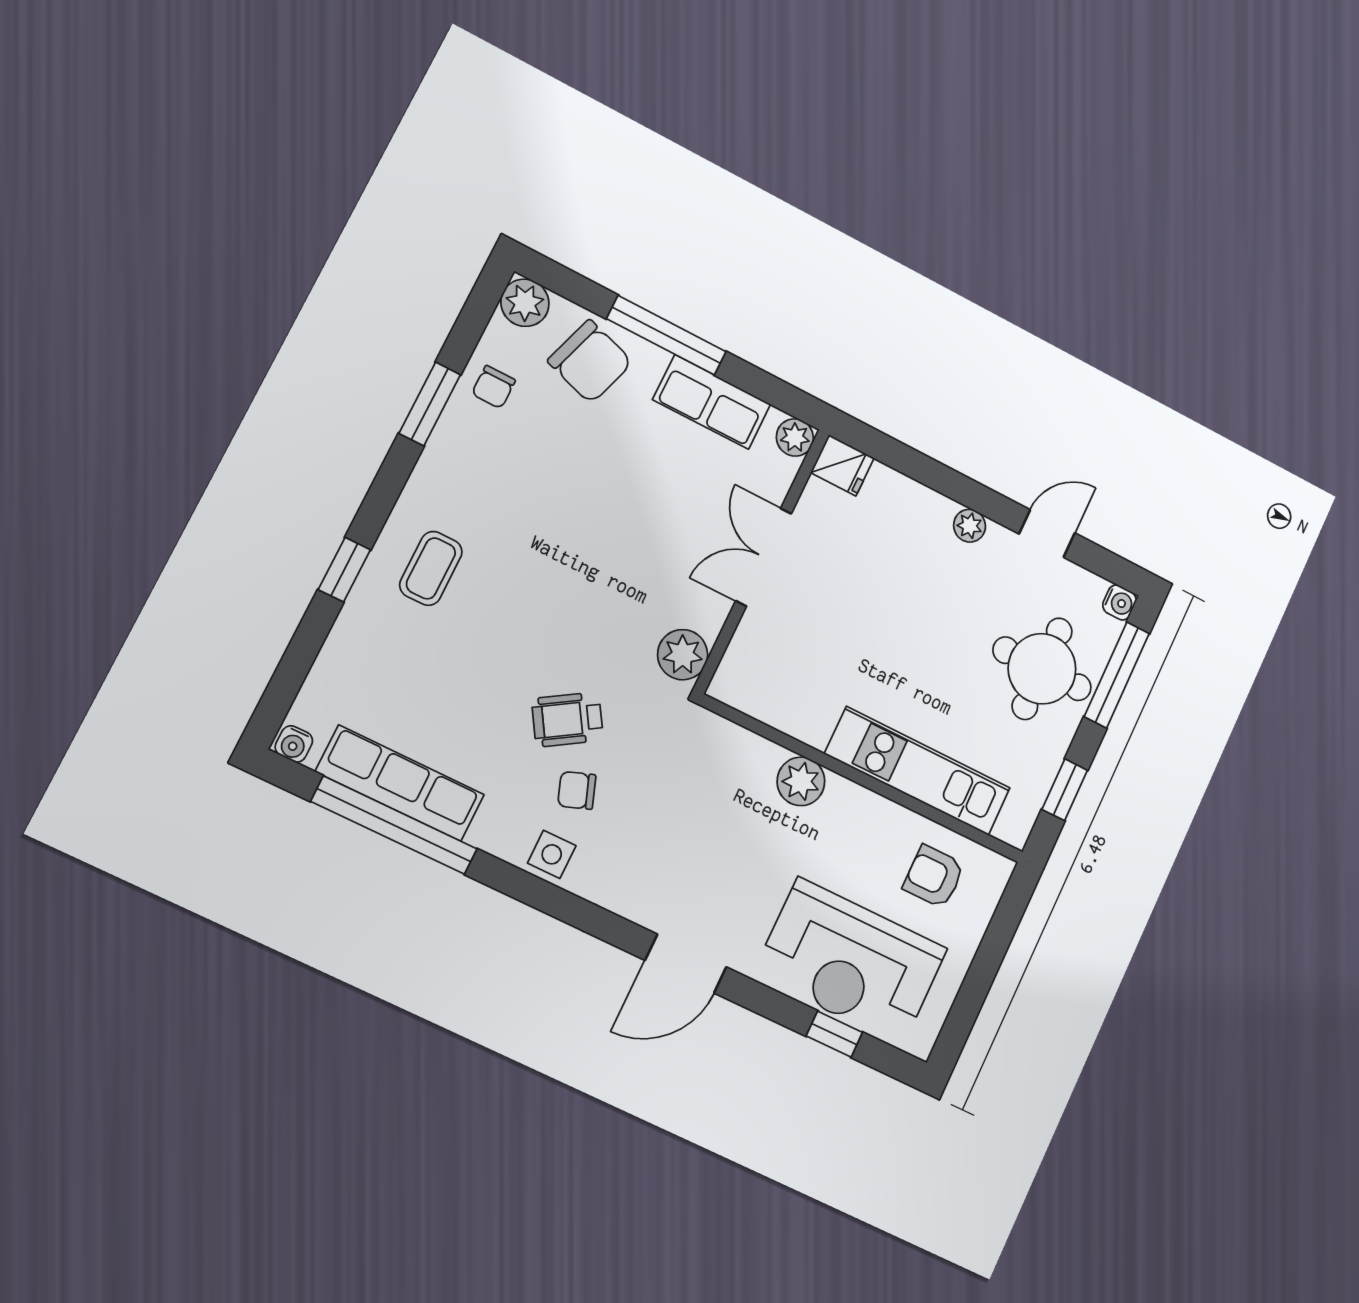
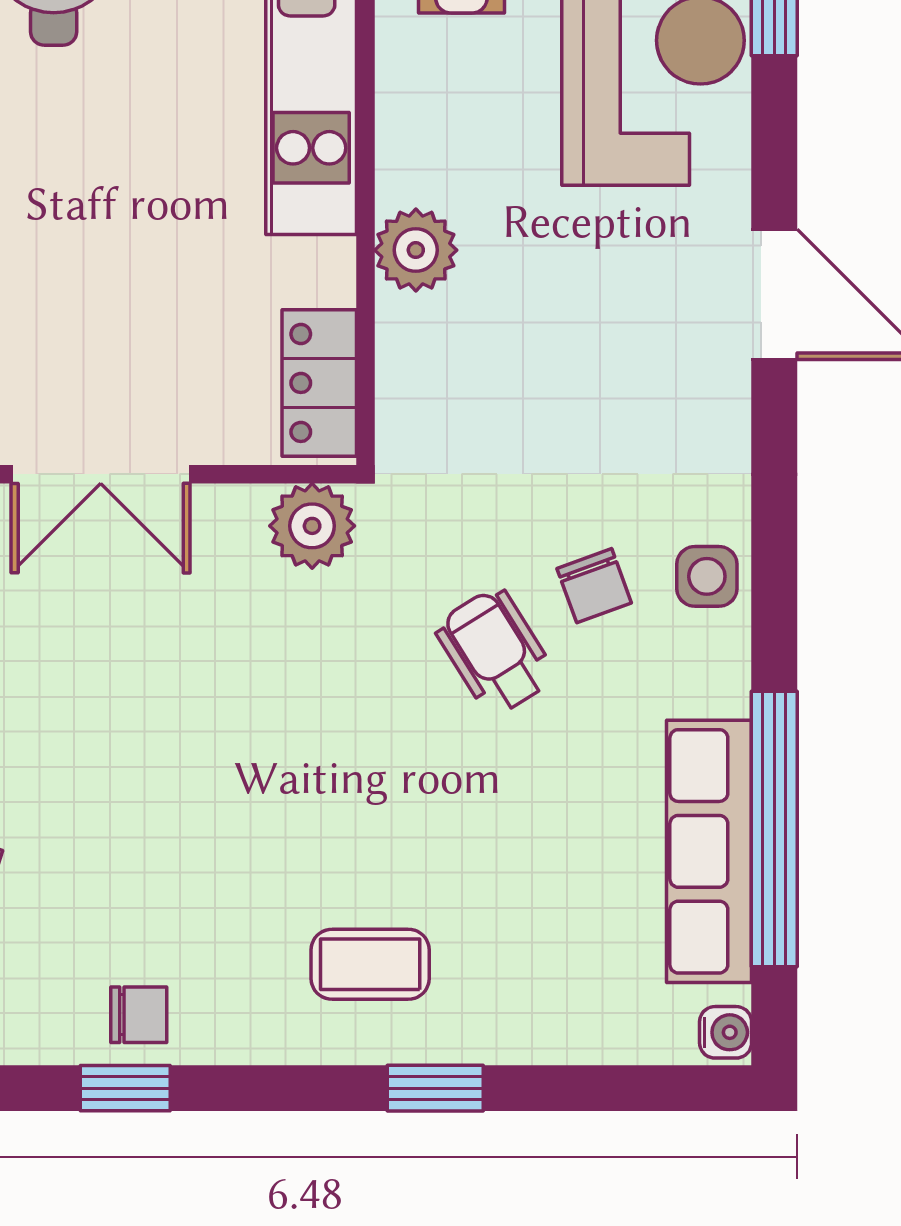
chair: (494, 387) -> (139, 1015), moved
window: (430, 404) -> (125, 1088), width x0.67
locker: (756, 696) -> (319, 383), added
wheelchair: (568, 719) -> (495, 652), turned 180

